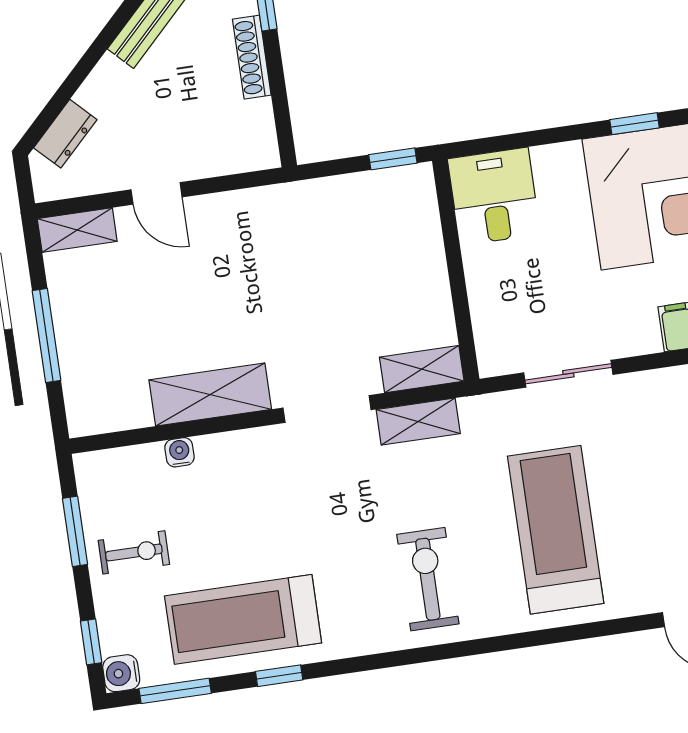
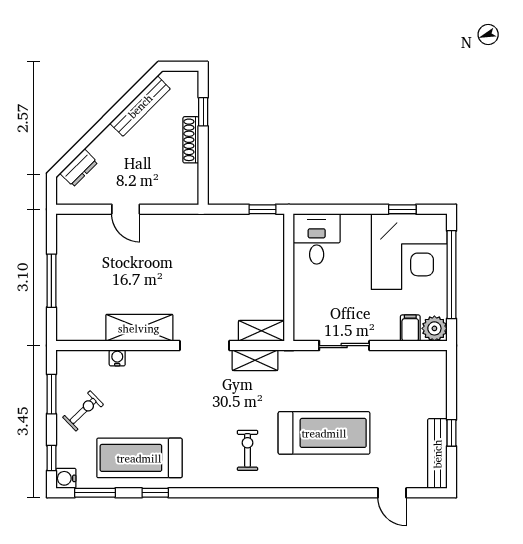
shelving: (77, 230) -> (78, 223), removed
treadmill: (556, 530) -> (324, 433), turned 90
exercise bike: (134, 552) -> (83, 411), turned -44
exercise bike: (428, 579) -> (248, 450), width x0.73, depth x0.72

